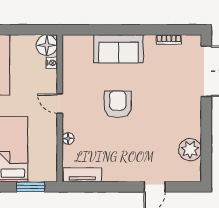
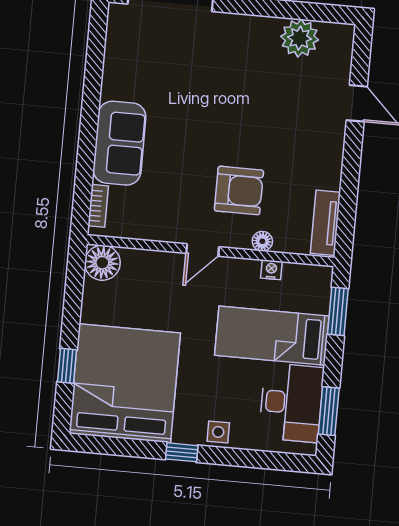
bookcase: (169, 40) -> (98, 206), moved
nightstand: (52, 63) -> (271, 270), moved
armchair: (118, 104) -> (239, 191), moved, turned 180

